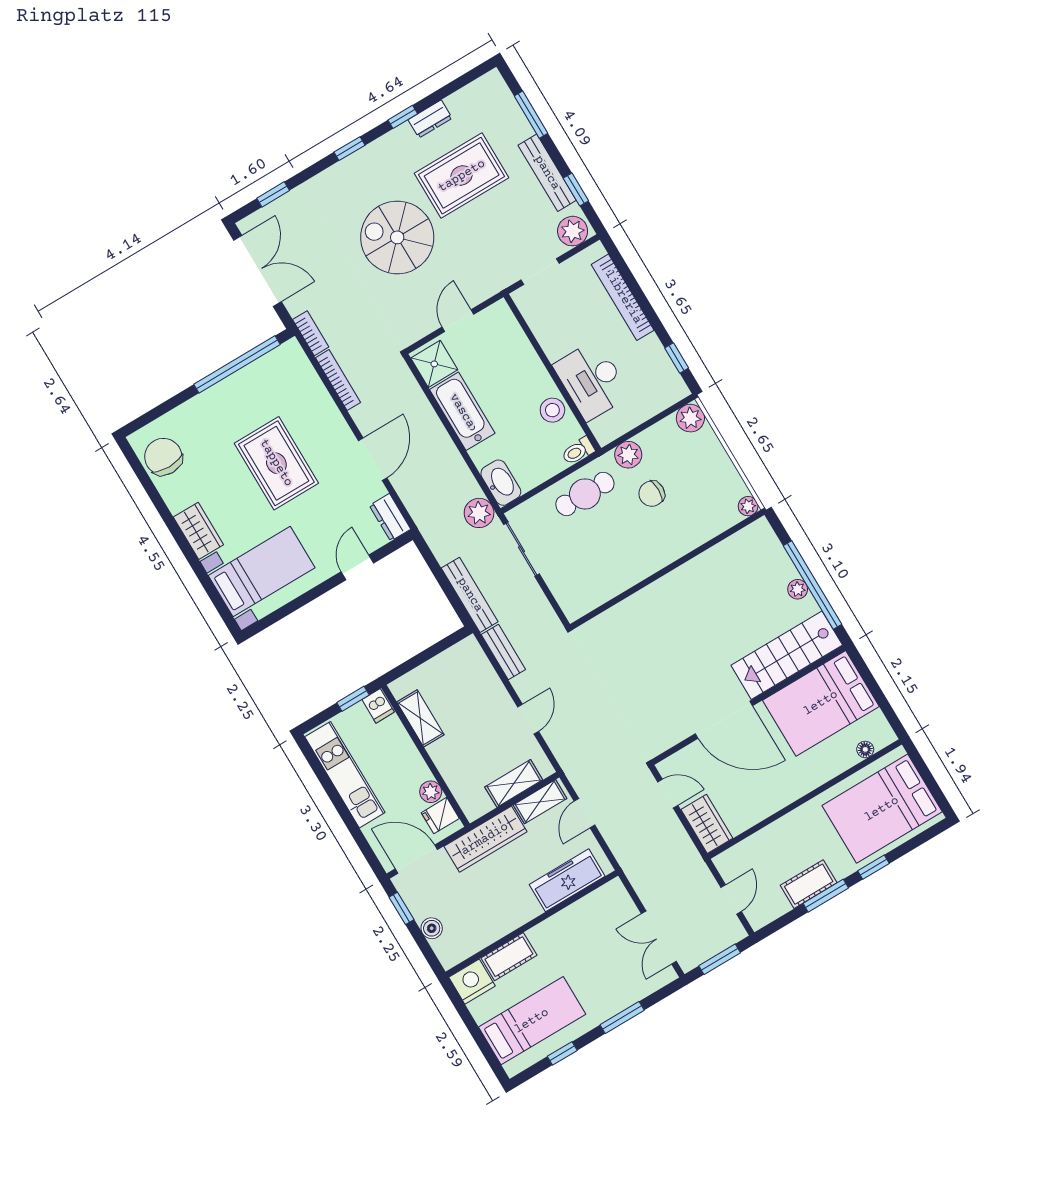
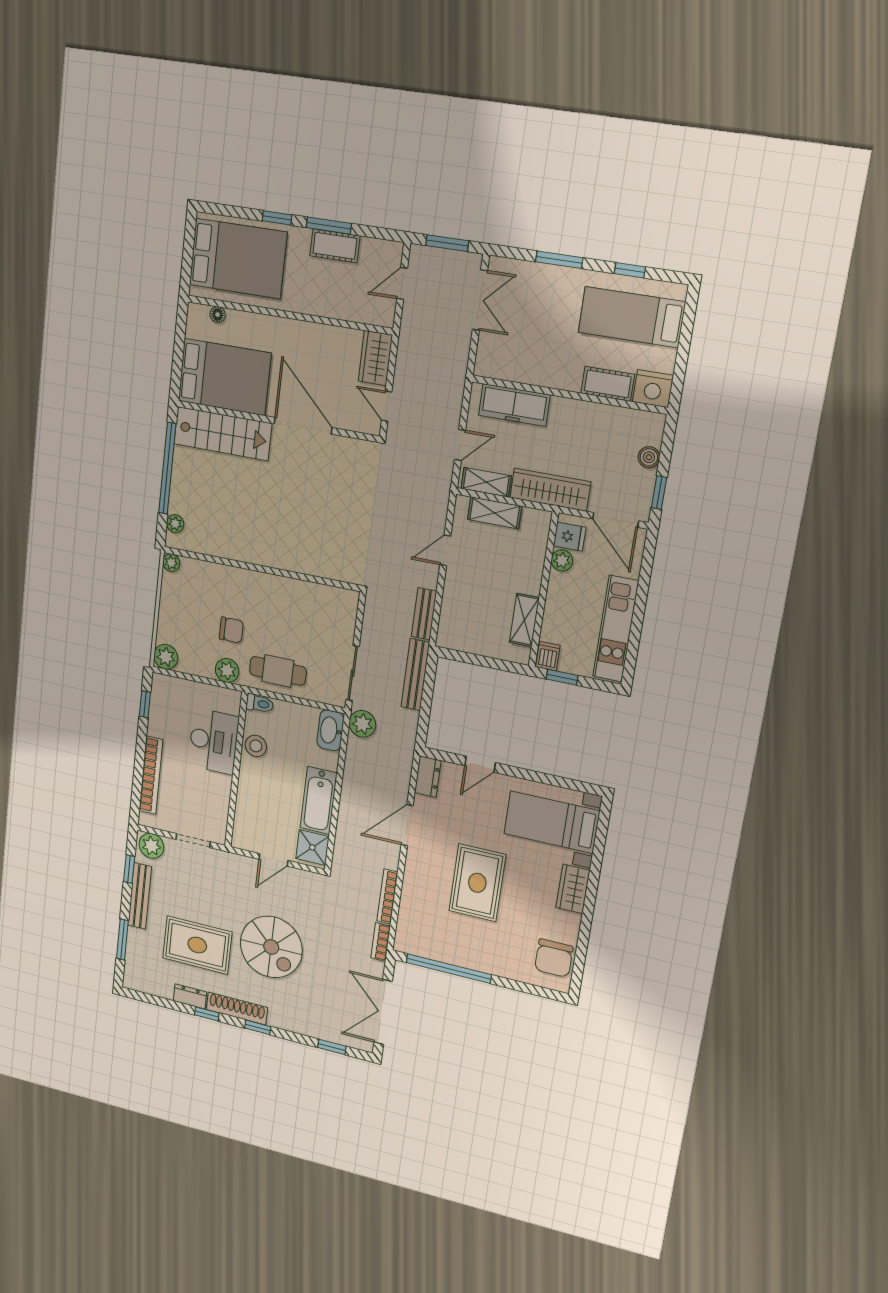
shoe rack: (381, 149) -> (237, 1009), added
plant: (798, 589) -> (175, 524), moved

